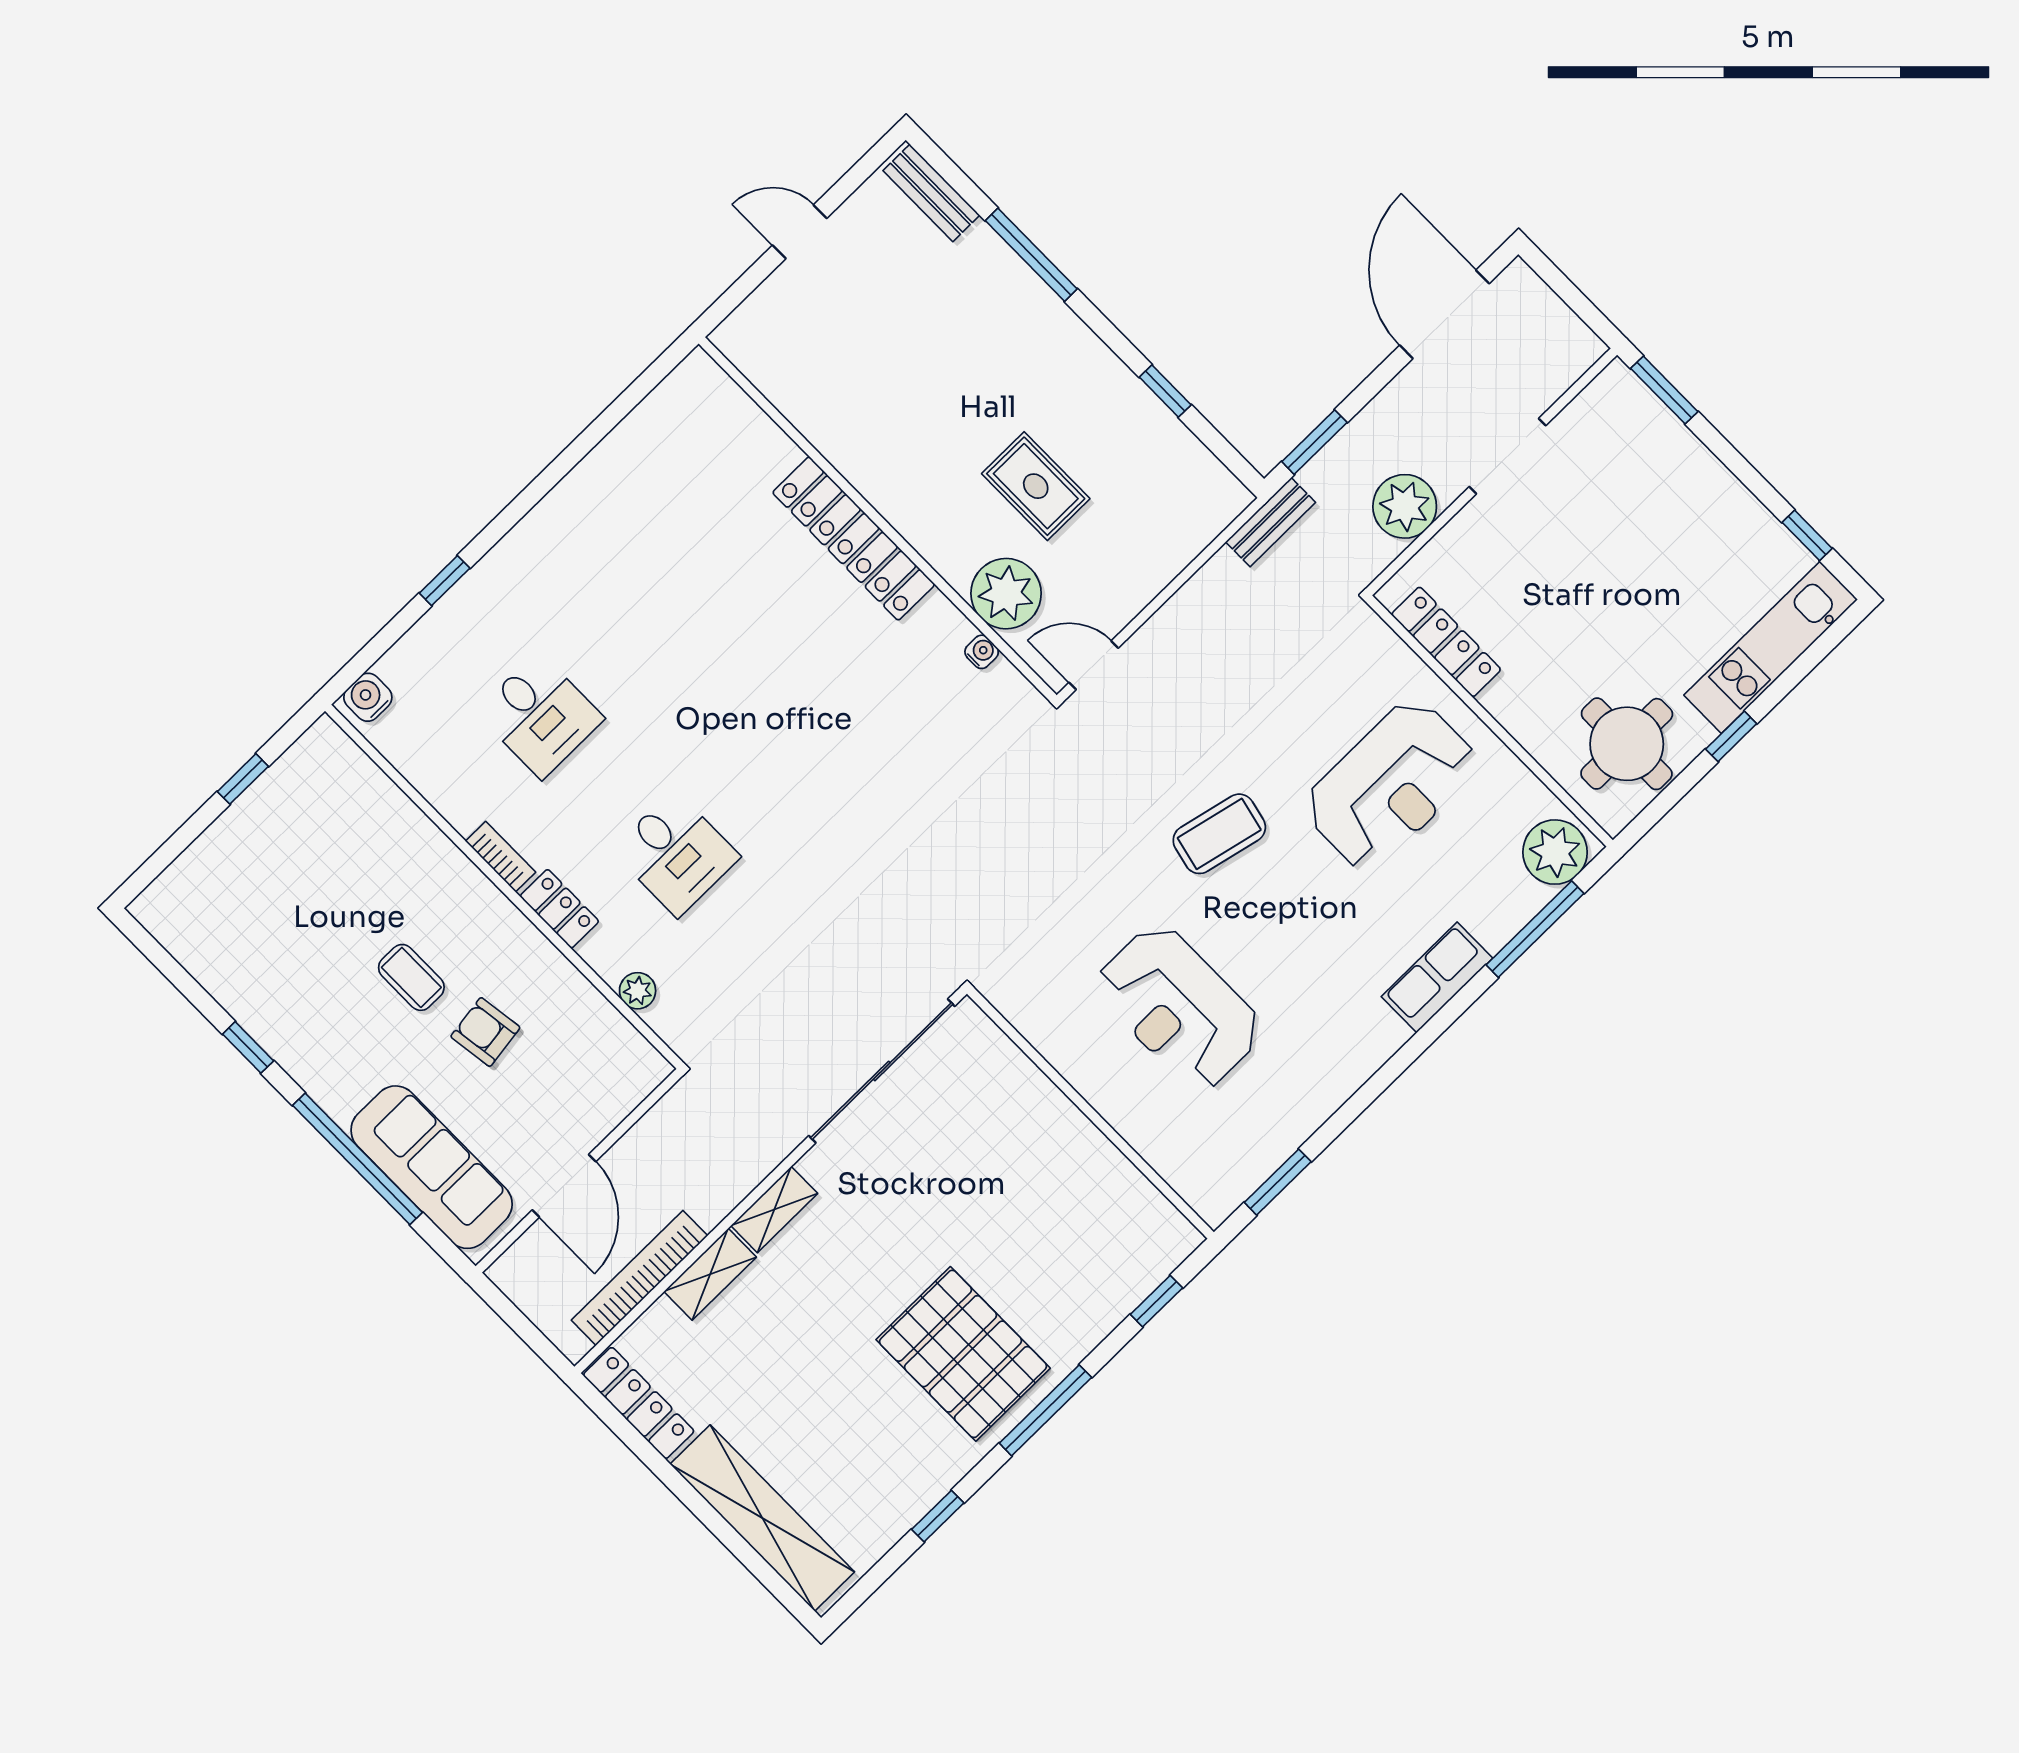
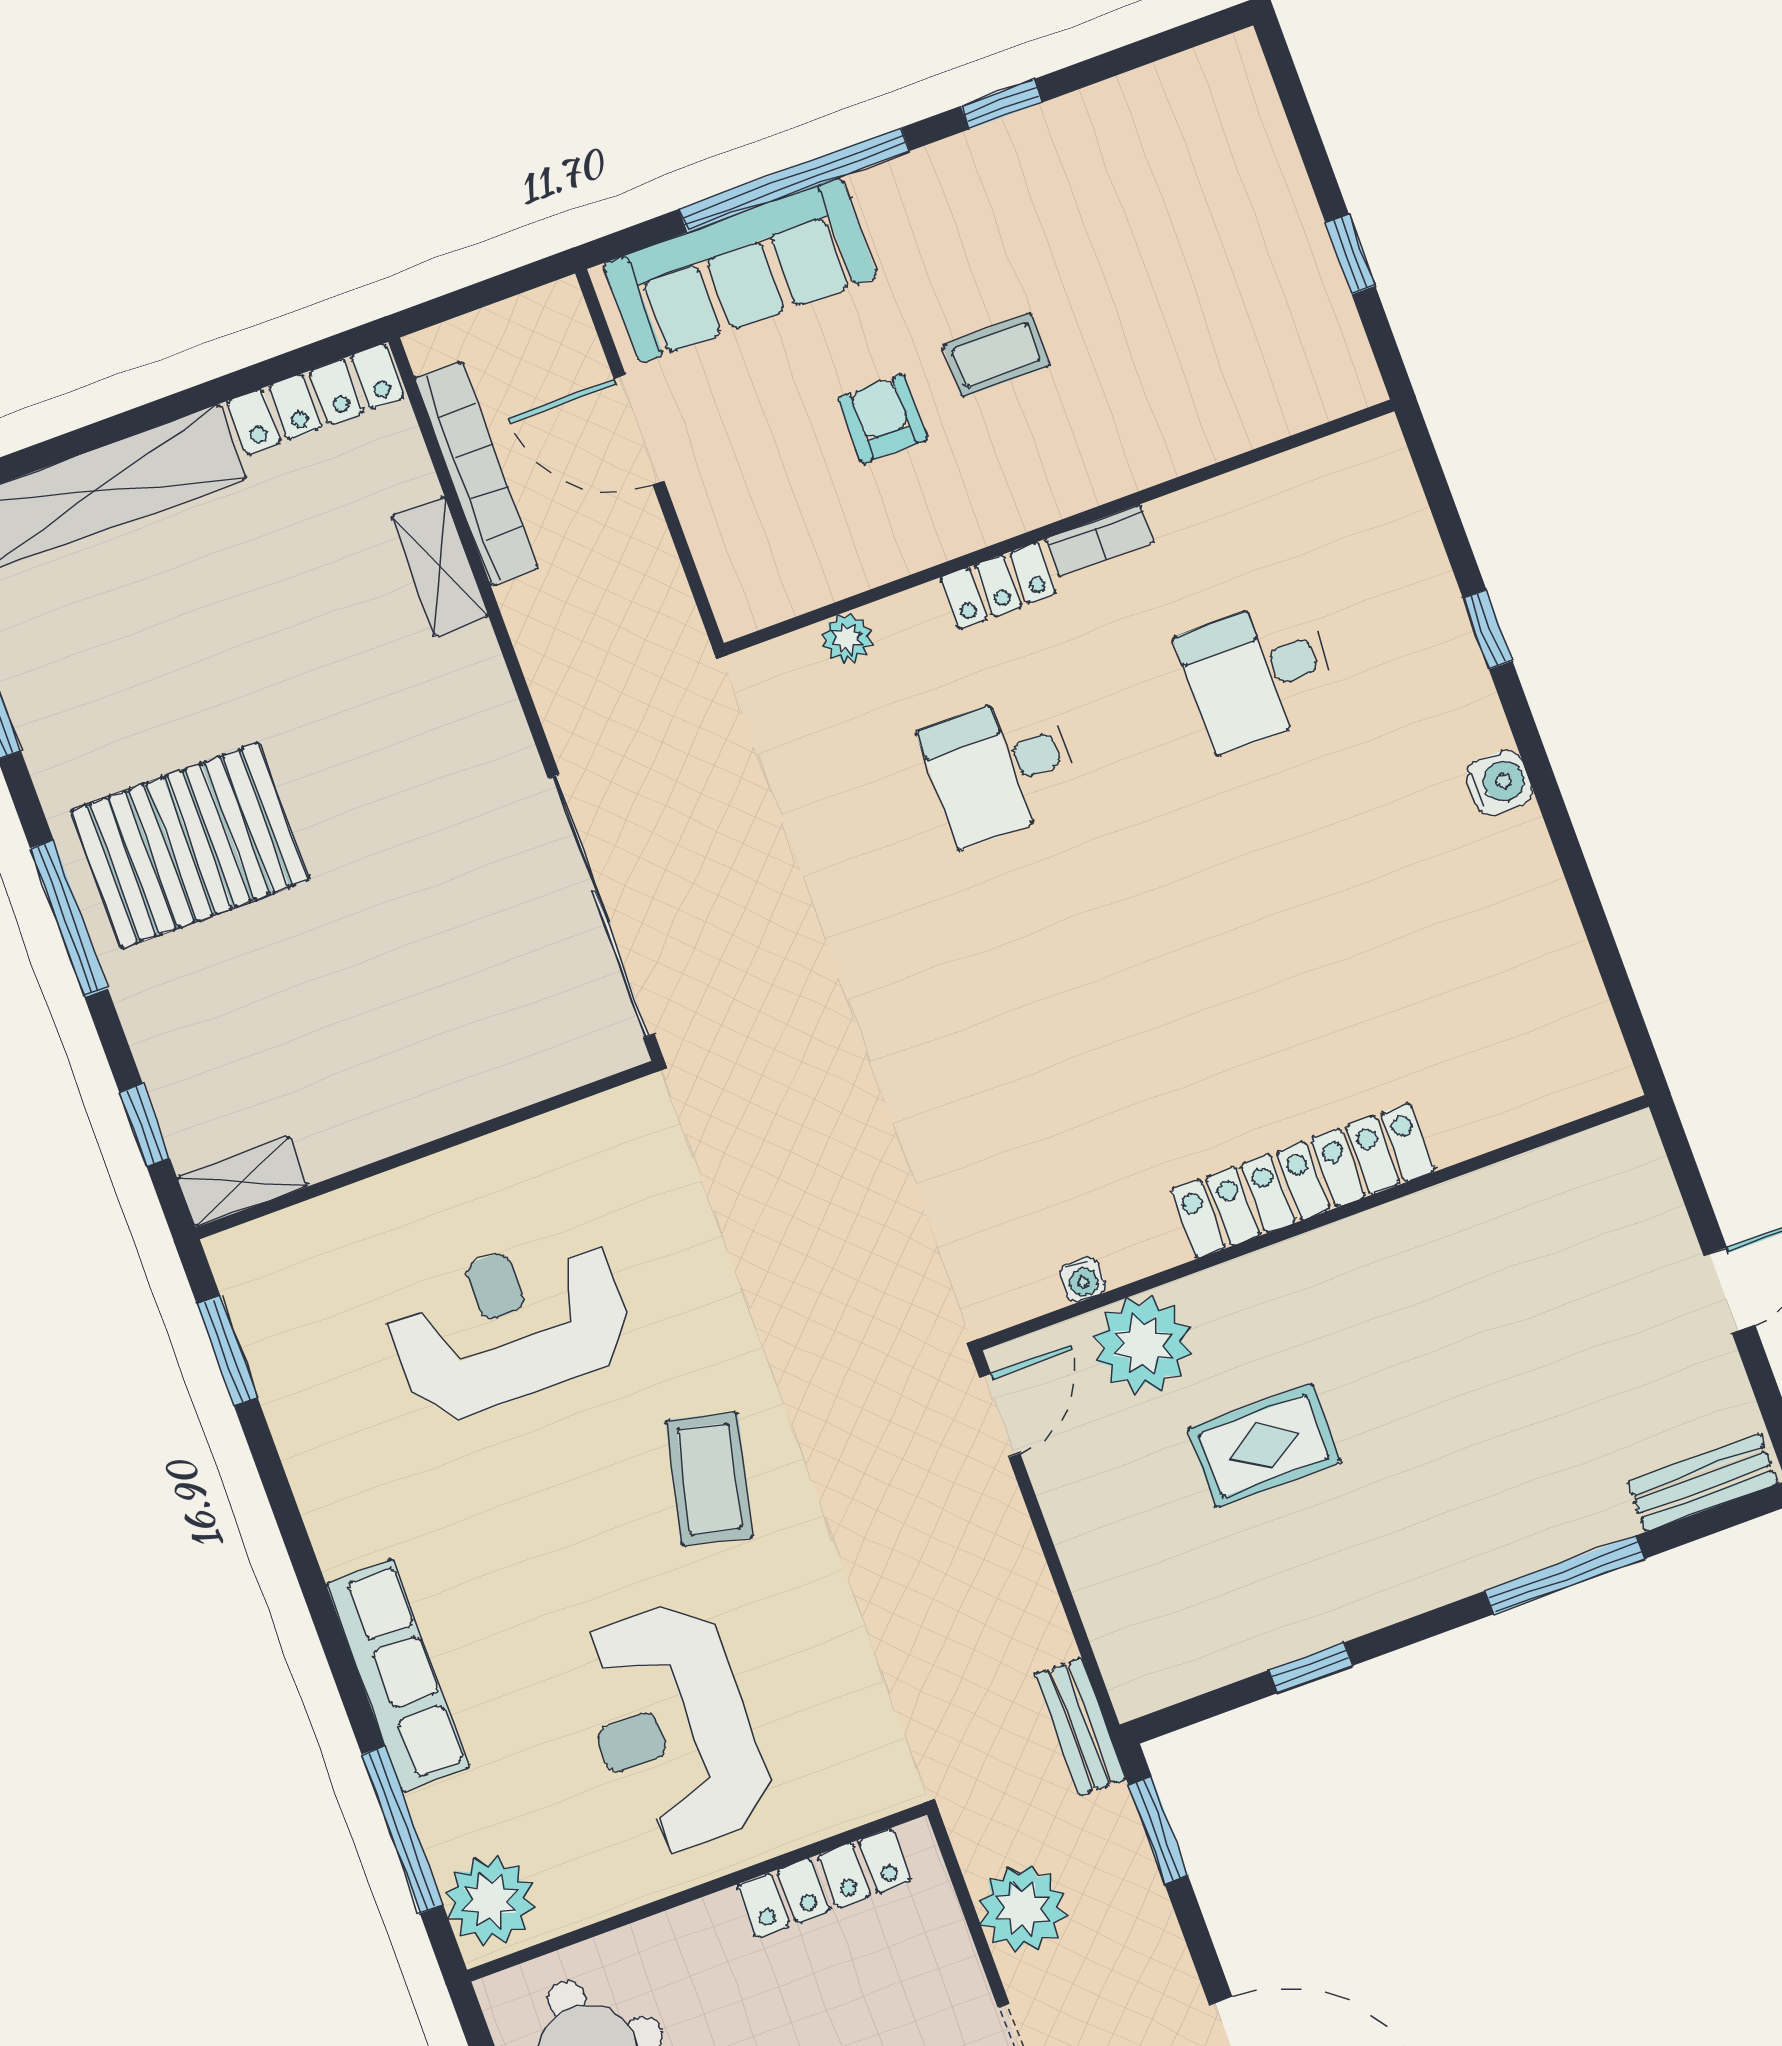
water cooler: (368, 697) -> (1499, 783), moved
row of seats: (1437, 977) -> (398, 1675), width x1.48
armchair: (485, 1032) -> (883, 419), turned -82
shelving: (774, 1210) -> (242, 1182), moved, turned 90

